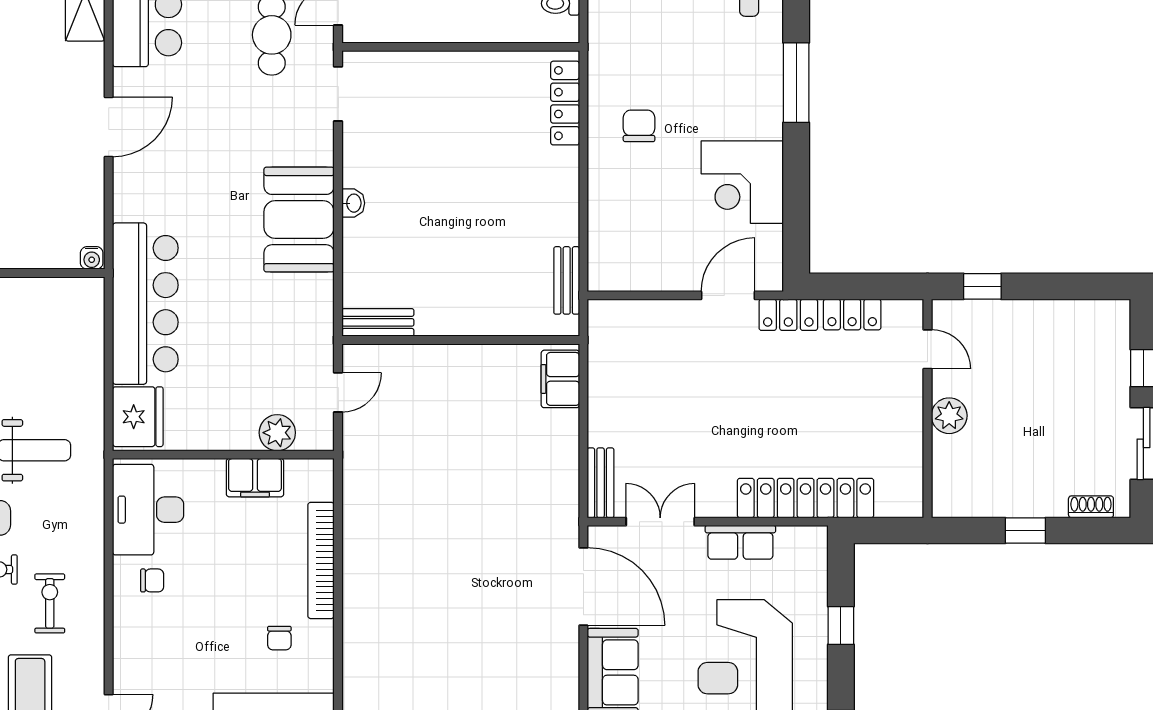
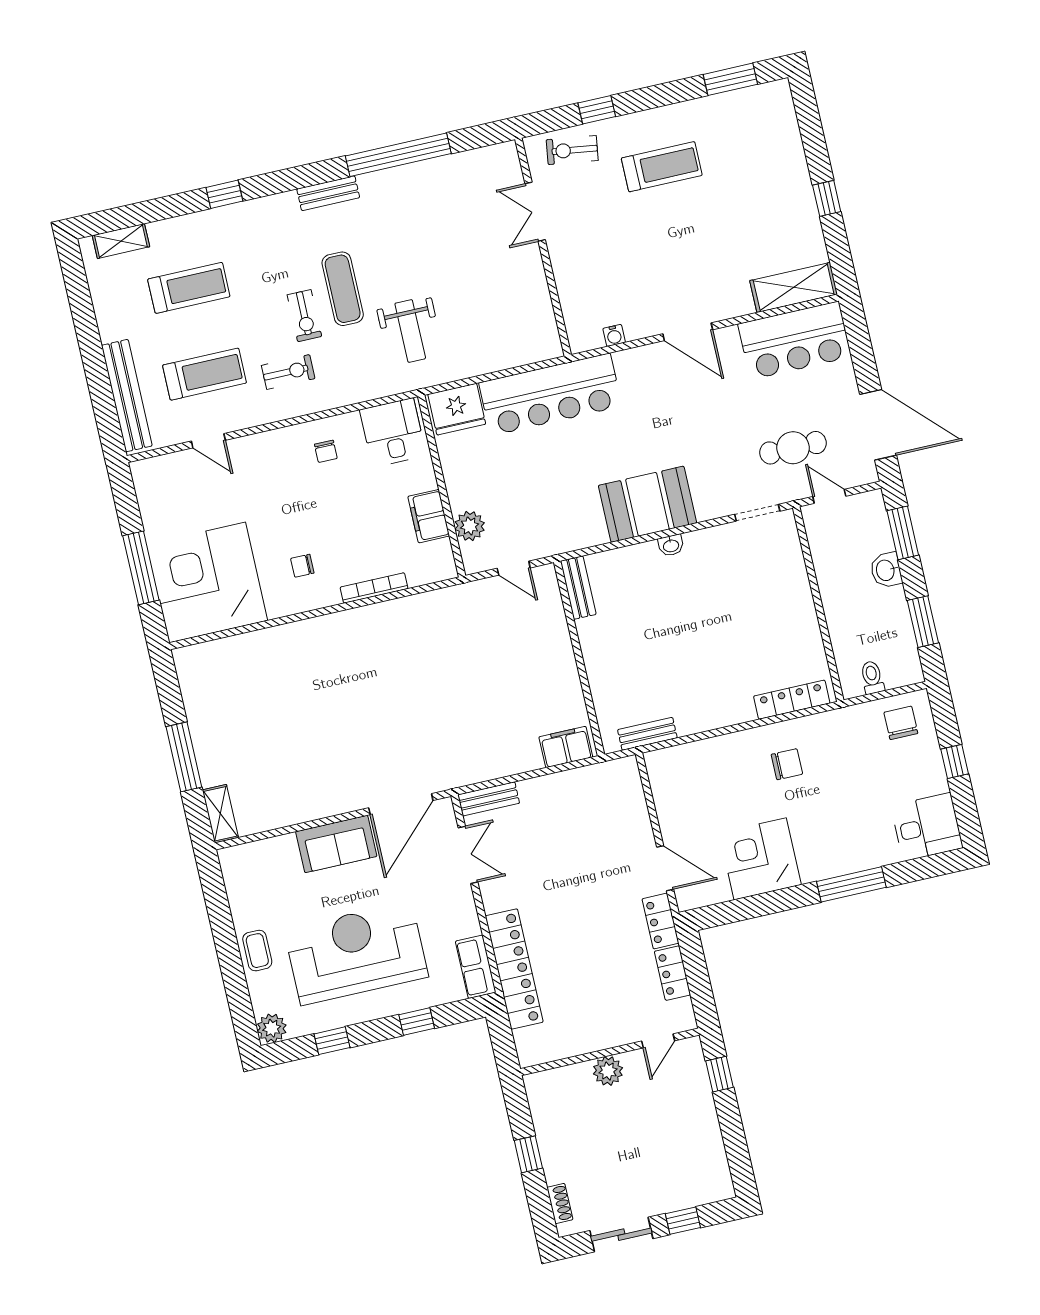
water cooler: (92, 258) -> (614, 335), moved, turned -90
desk: (148, 510) -> (393, 433), width x0.73
row of seats: (740, 542) -> (476, 967), moved
bookcase: (321, 560) -> (374, 588), width x0.68, depth x0.76

